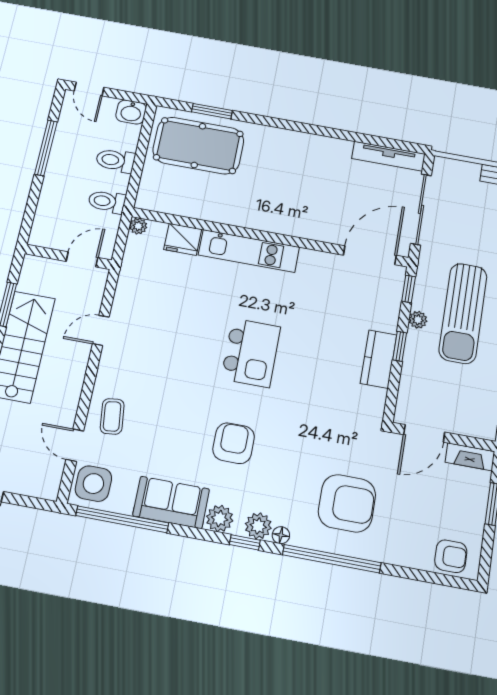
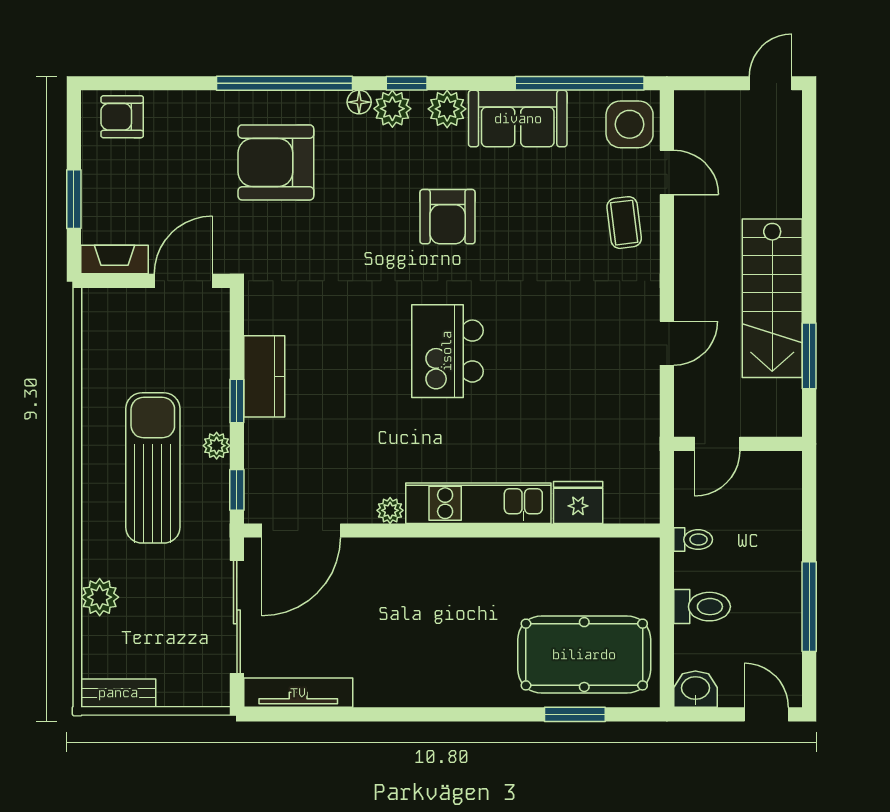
toilet: (107, 202) -> (693, 540), width x0.73, depth x0.72
plant: (138, 226) -> (390, 510), moved

